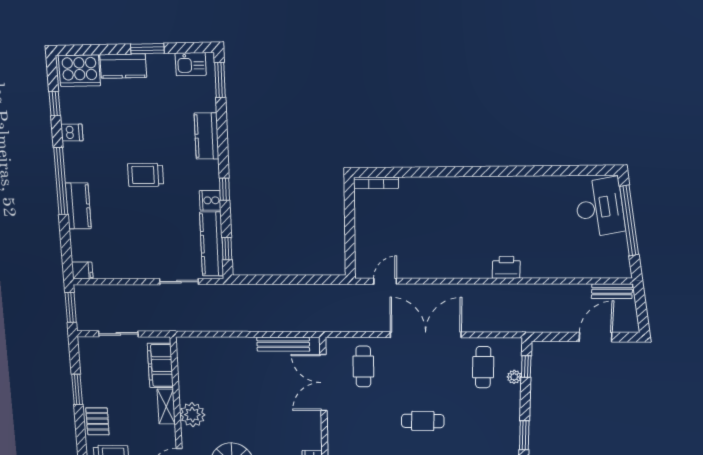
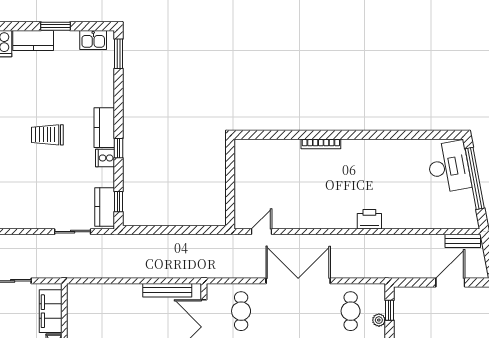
kitchen counter: (206, 136) -> (104, 128), moved
bookcase: (376, 183) -> (321, 144), moved
kitchen counter: (212, 244) -> (105, 207), width x0.67

